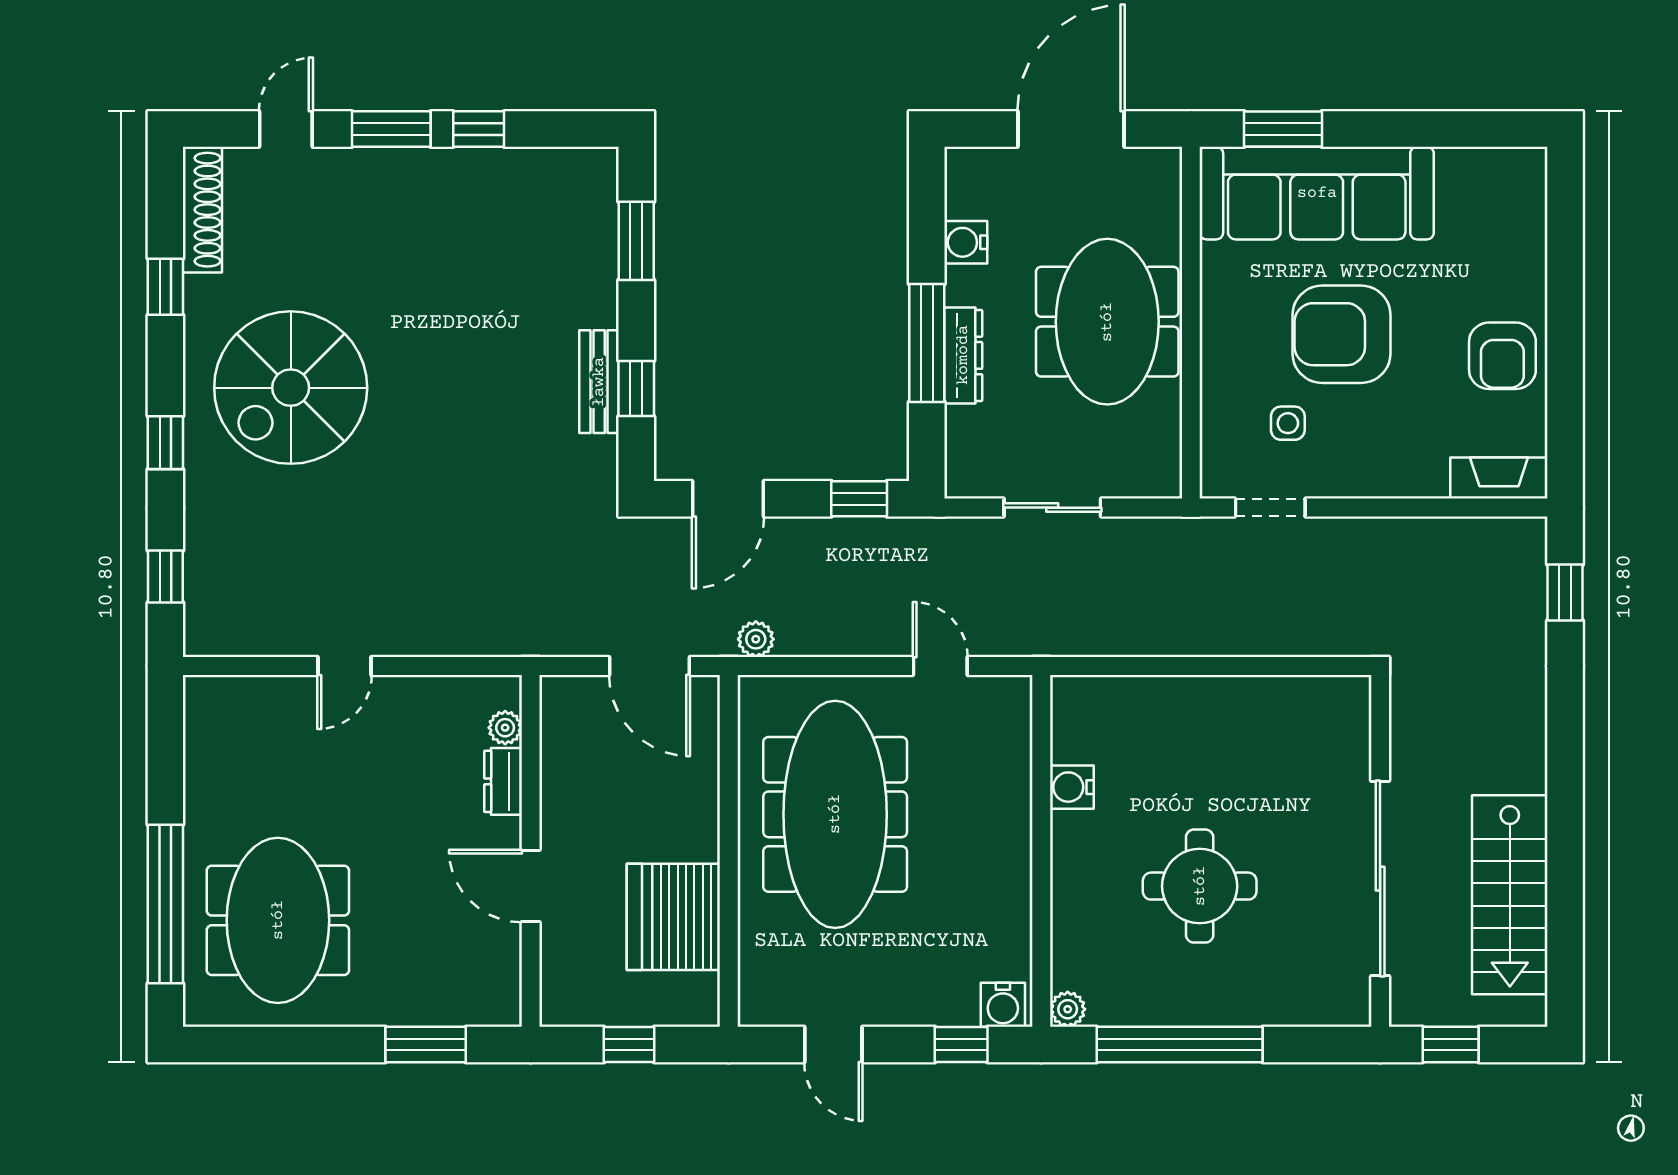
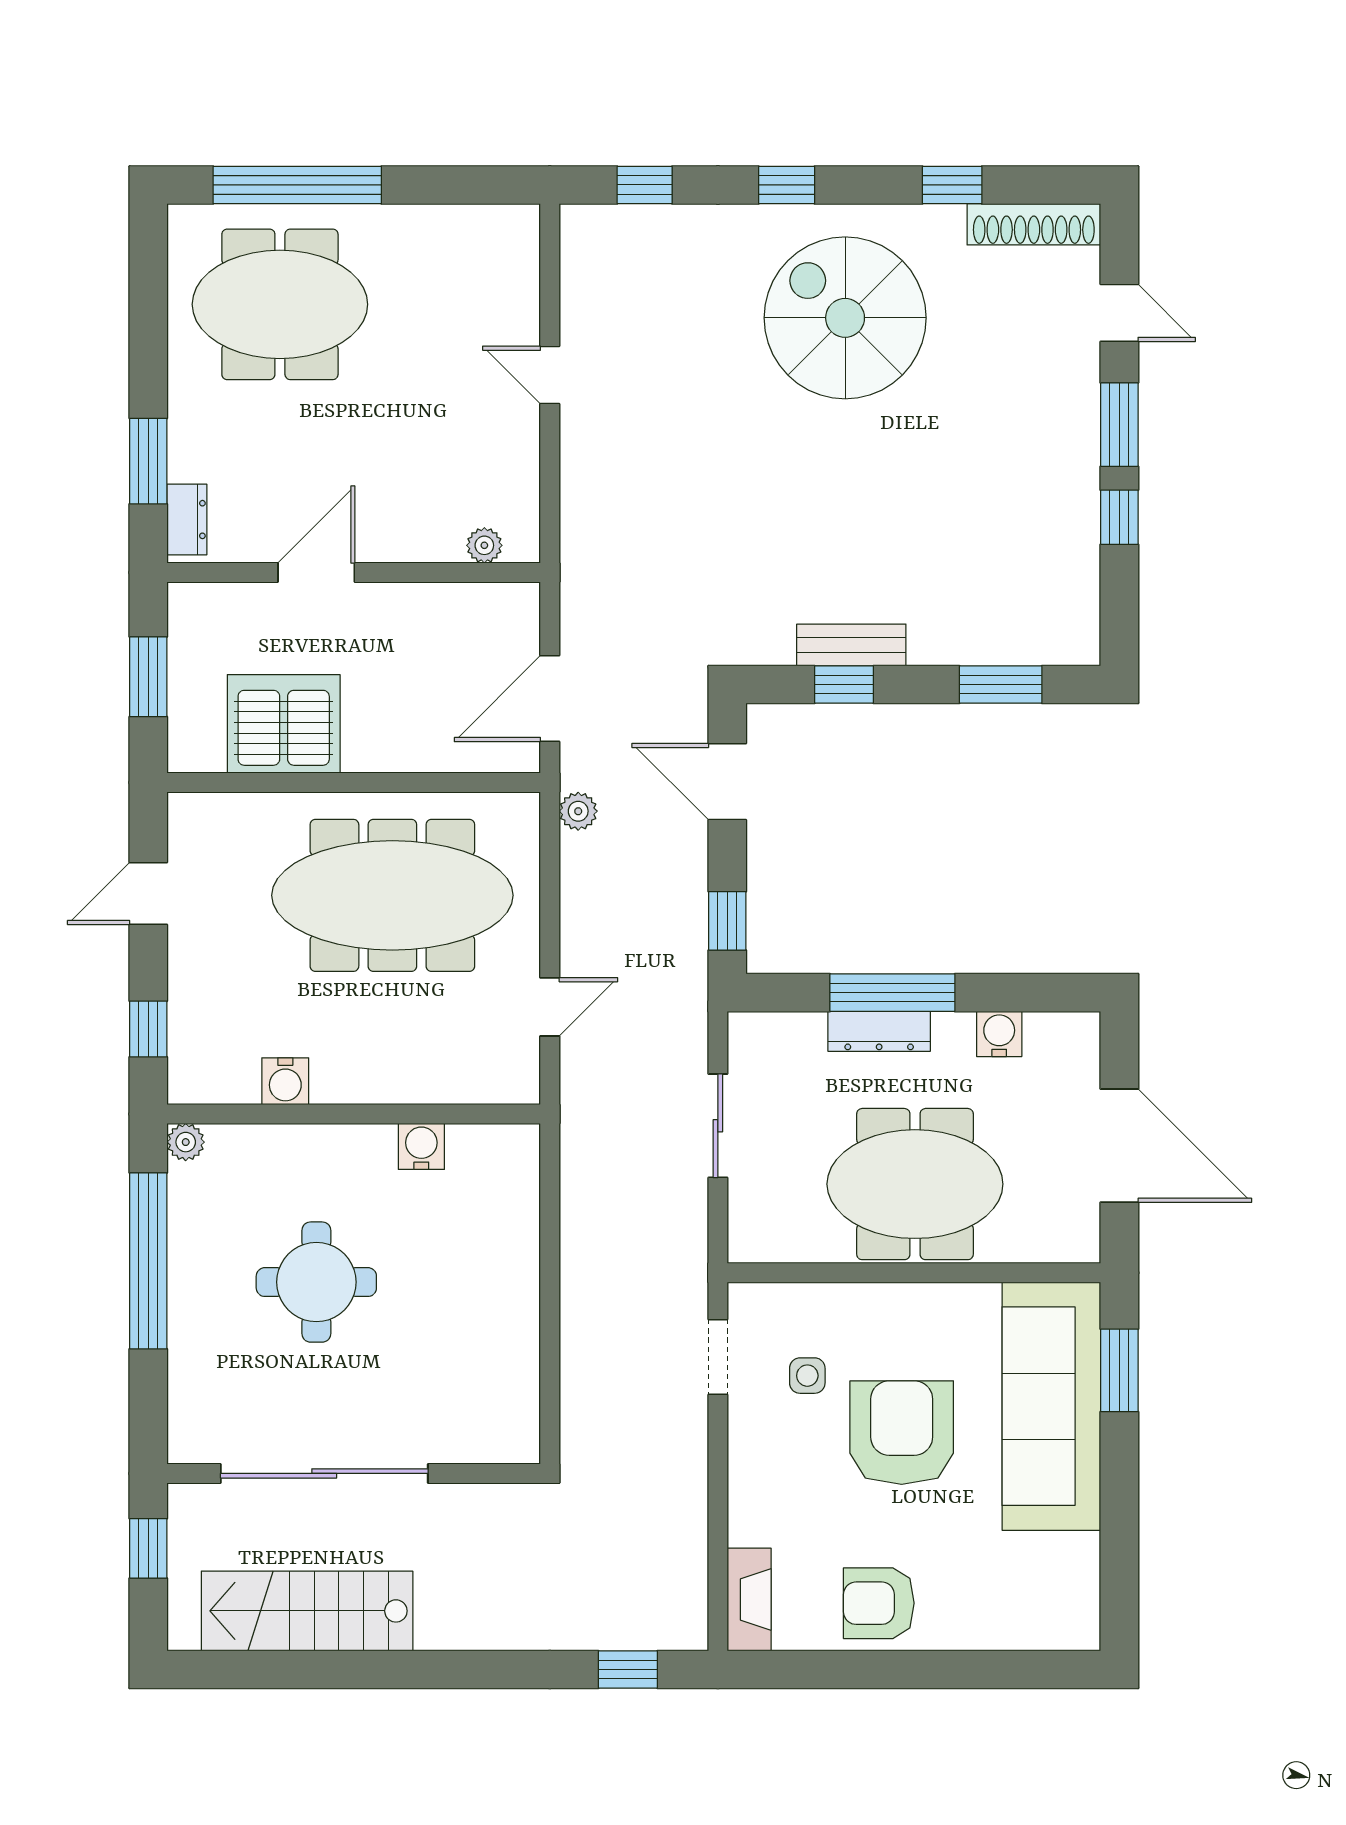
dresser: (503, 781) -> (187, 520), moved, turned 90
water cooler: (1003, 1005) -> (285, 1081), moved, turned -90
window: (629, 1044) -> (148, 677), width x1.50

